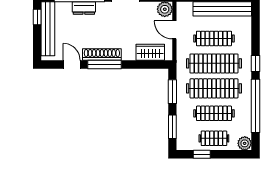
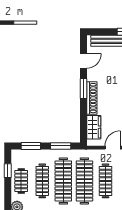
shoe rack: (102, 55) -> (92, 98), moved
window: (105, 65) -> (83, 89), width x0.69

